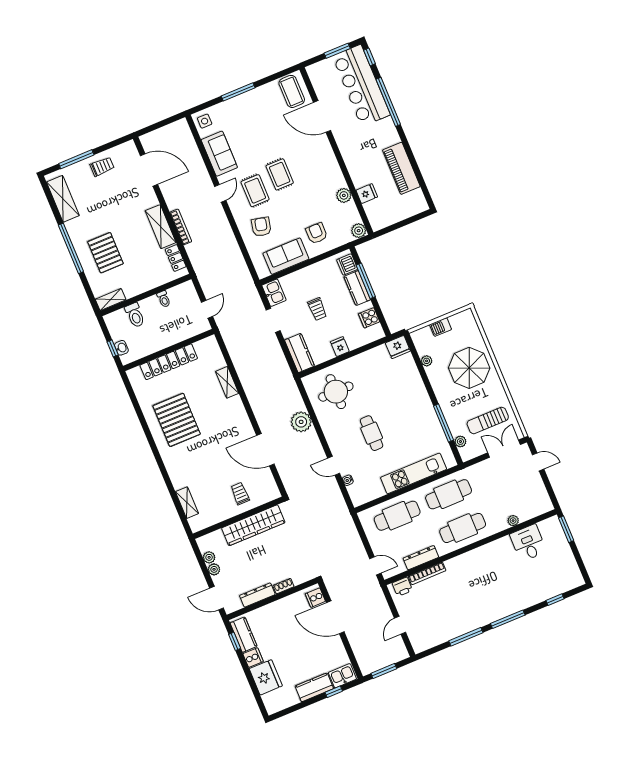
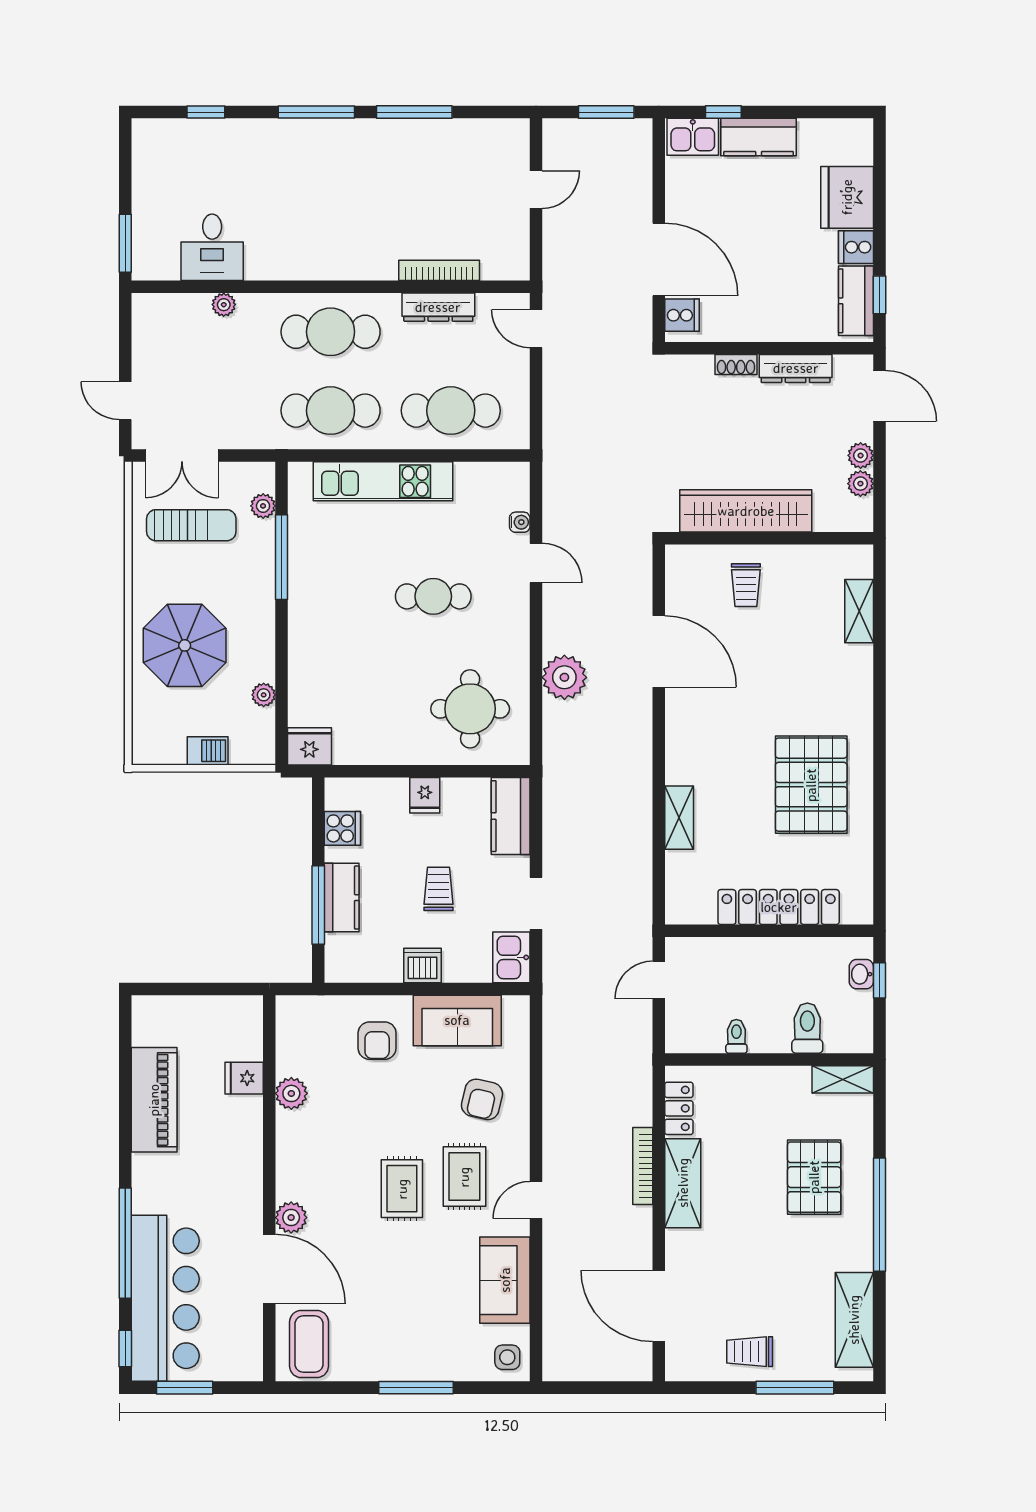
plant: (359, 231) -> (291, 1218), moved
dishwasher: (347, 264) -> (422, 965), moved, turned -90
cafe table: (372, 433) -> (433, 596), turned 90
printer: (402, 587) -> (500, 265), removed

